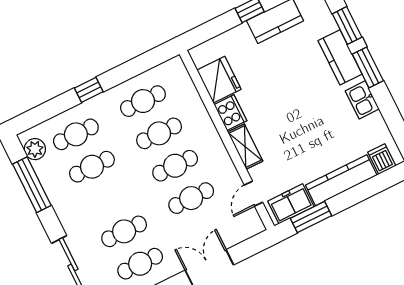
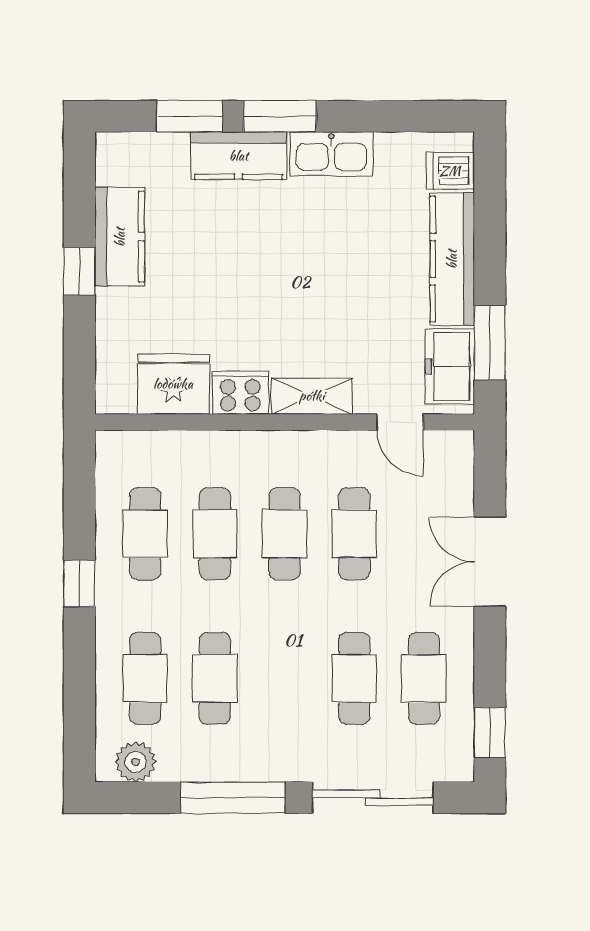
window: (89, 90) -> (79, 583), moved
kitchen sink: (362, 100) -> (331, 154), width x1.38
window: (32, 185) -> (233, 798), moved

